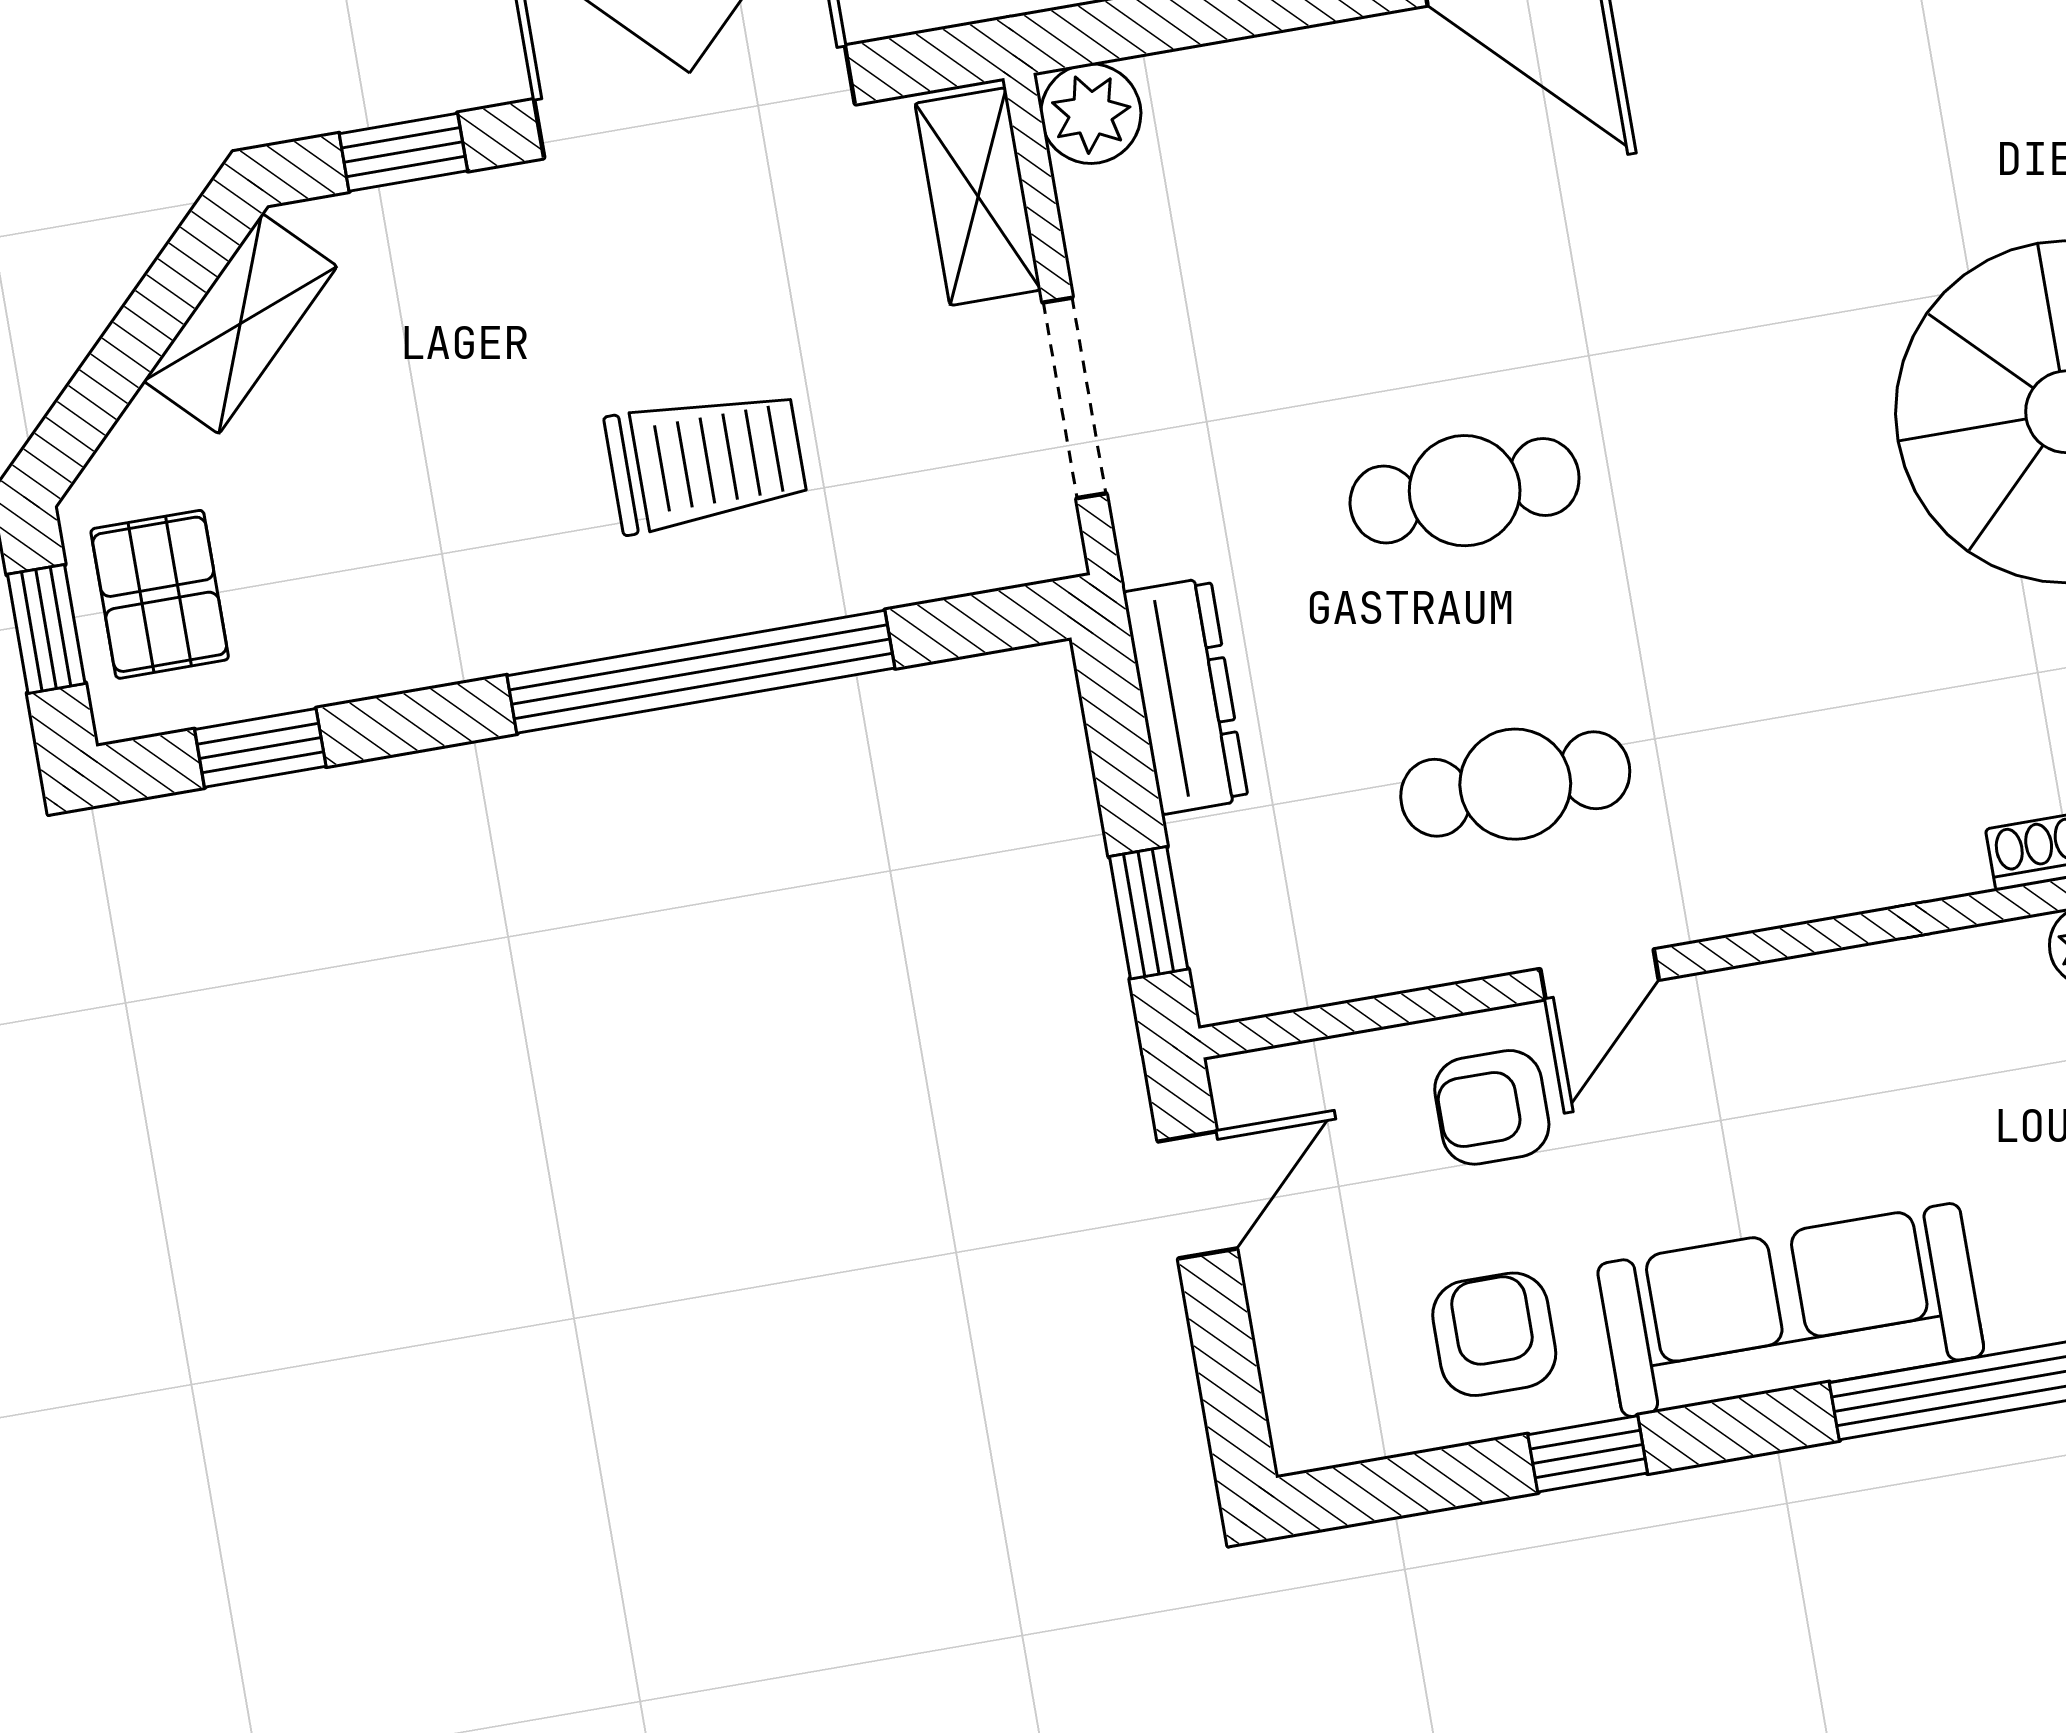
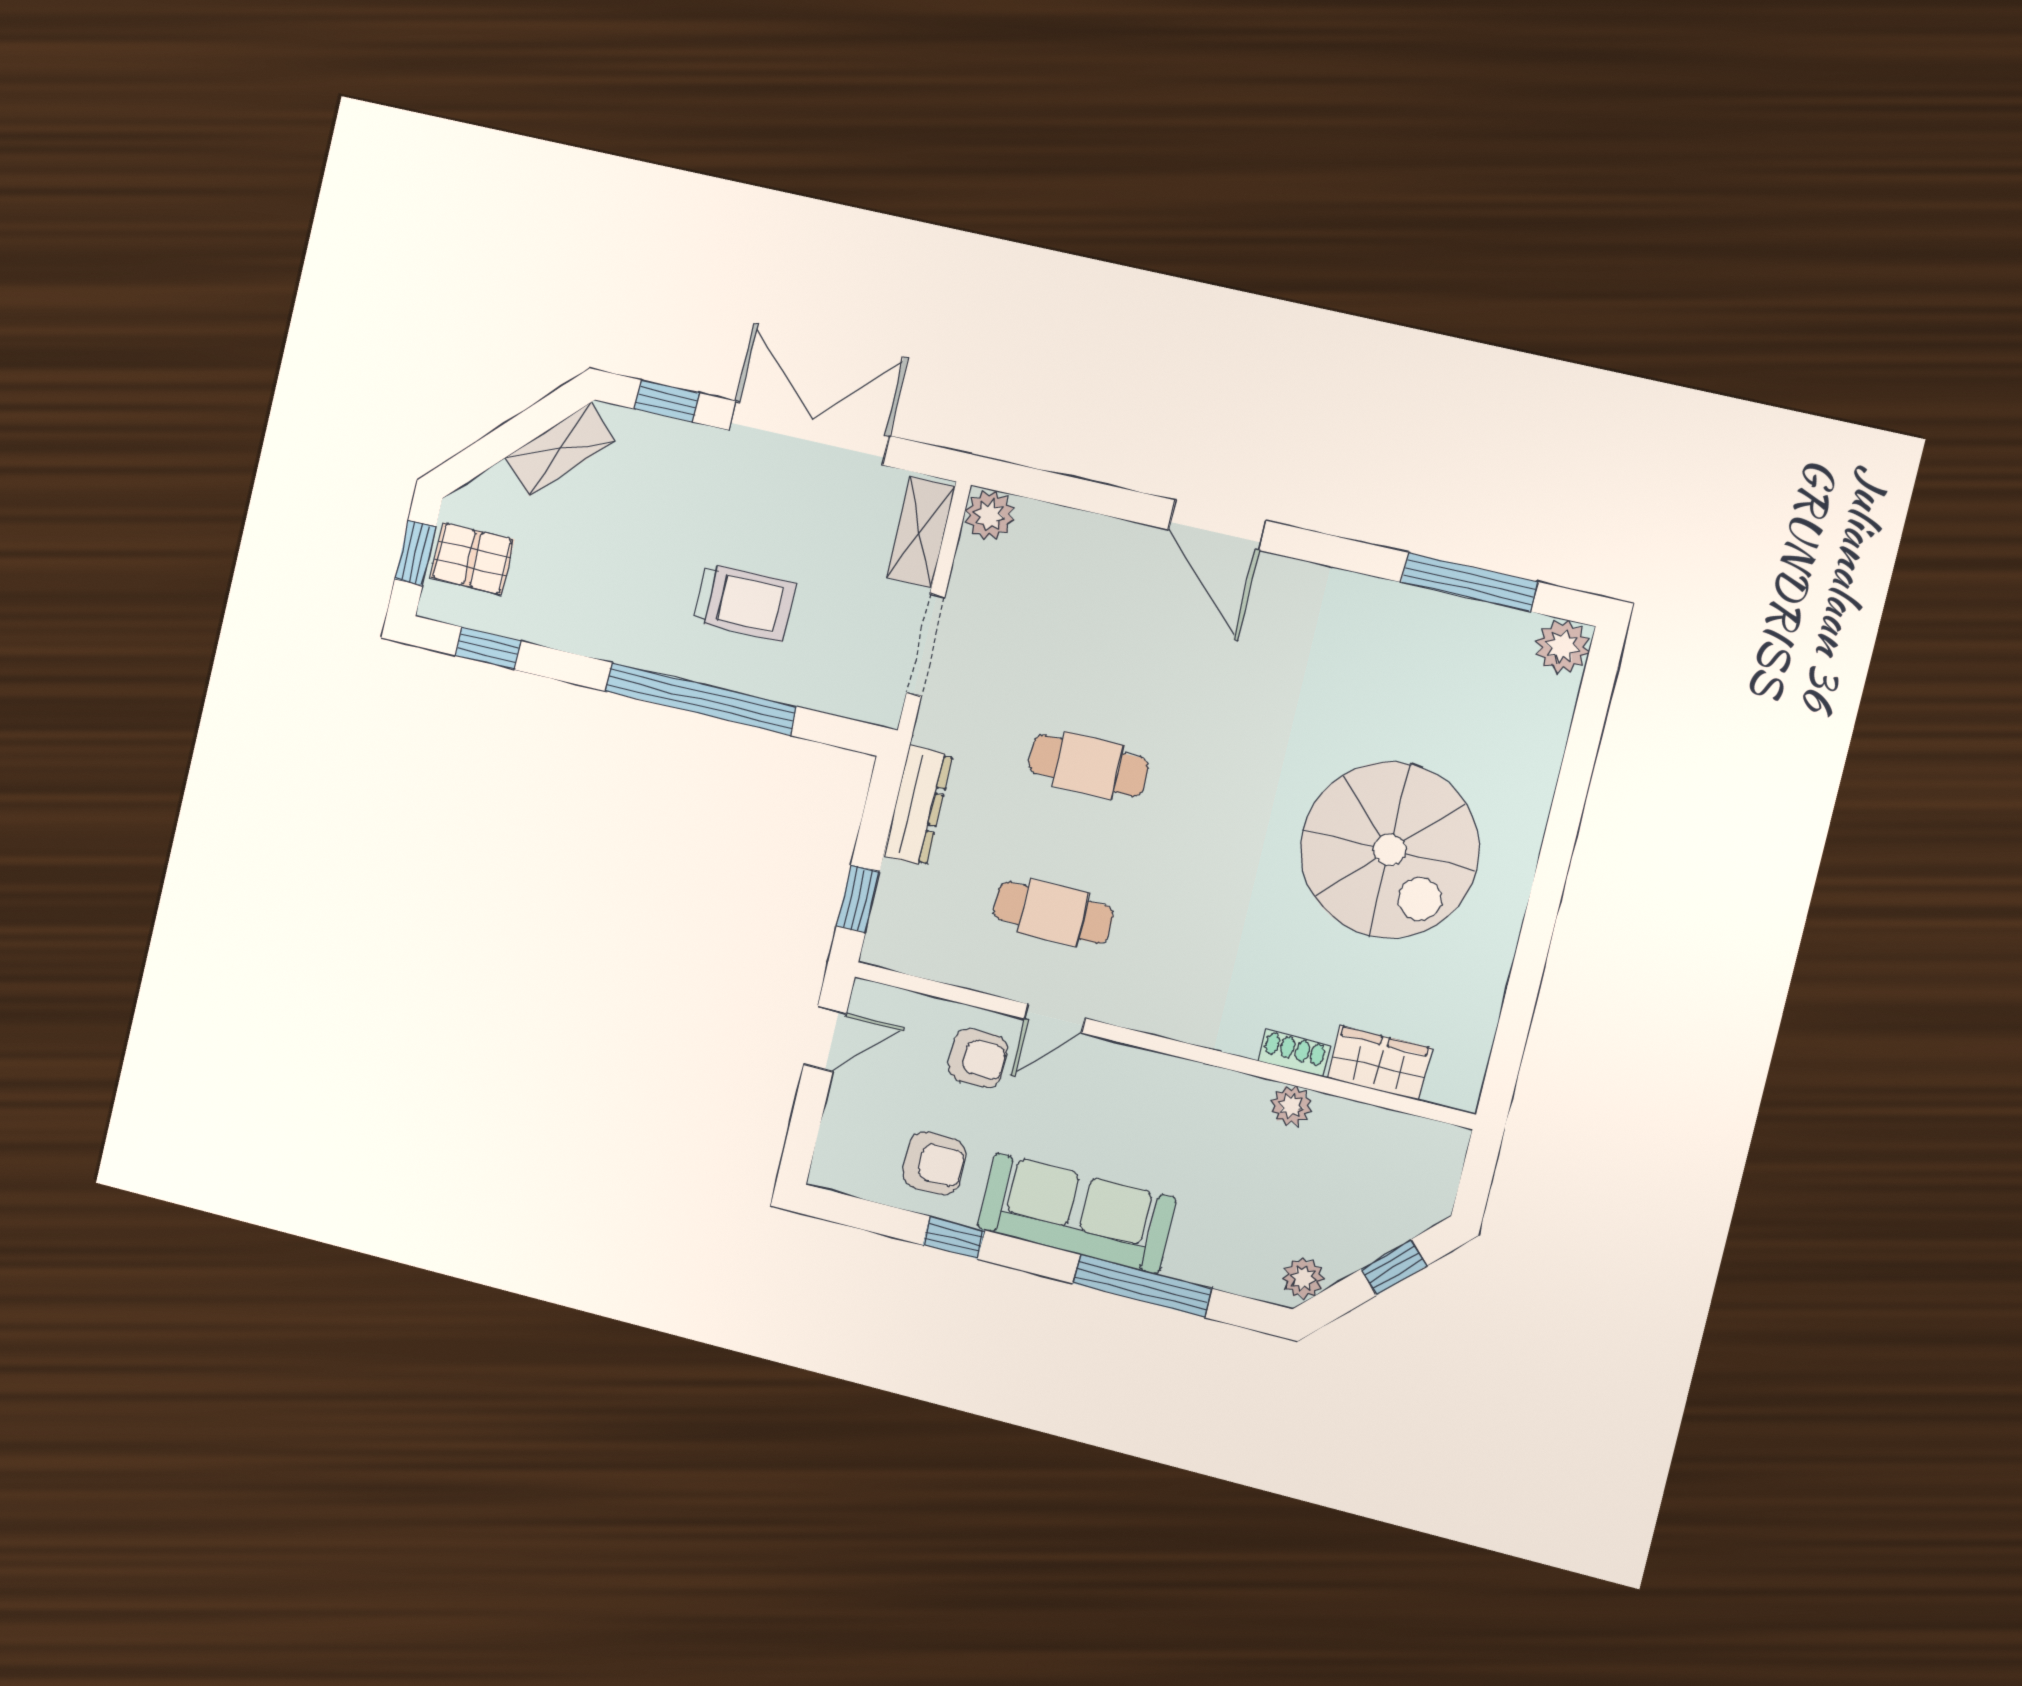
pallet: (160, 594) -> (472, 558), turned 90
armchair: (1492, 1107) -> (978, 1058), turned 180
armchair: (1494, 1334) -> (934, 1163), turned 90

